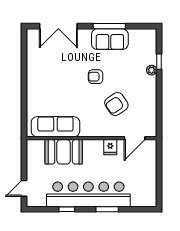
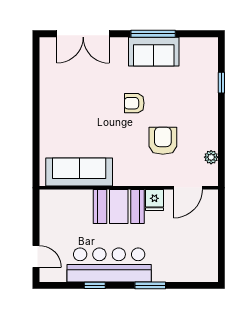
plant: (152, 70) -> (211, 157), moved
armchair: (116, 104) -> (163, 141), turned 124
booth: (64, 152) -> (119, 206), moved
door: (24, 188) -> (36, 257), swing flipped
bar counter: (88, 194) -> (109, 265), width x0.73

